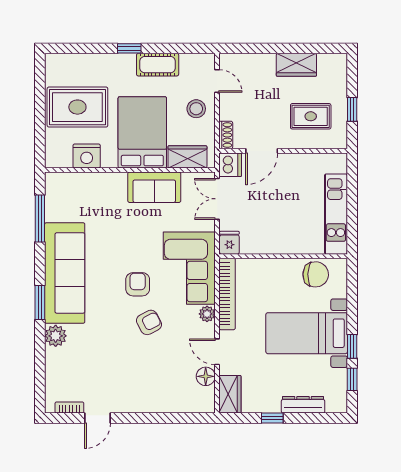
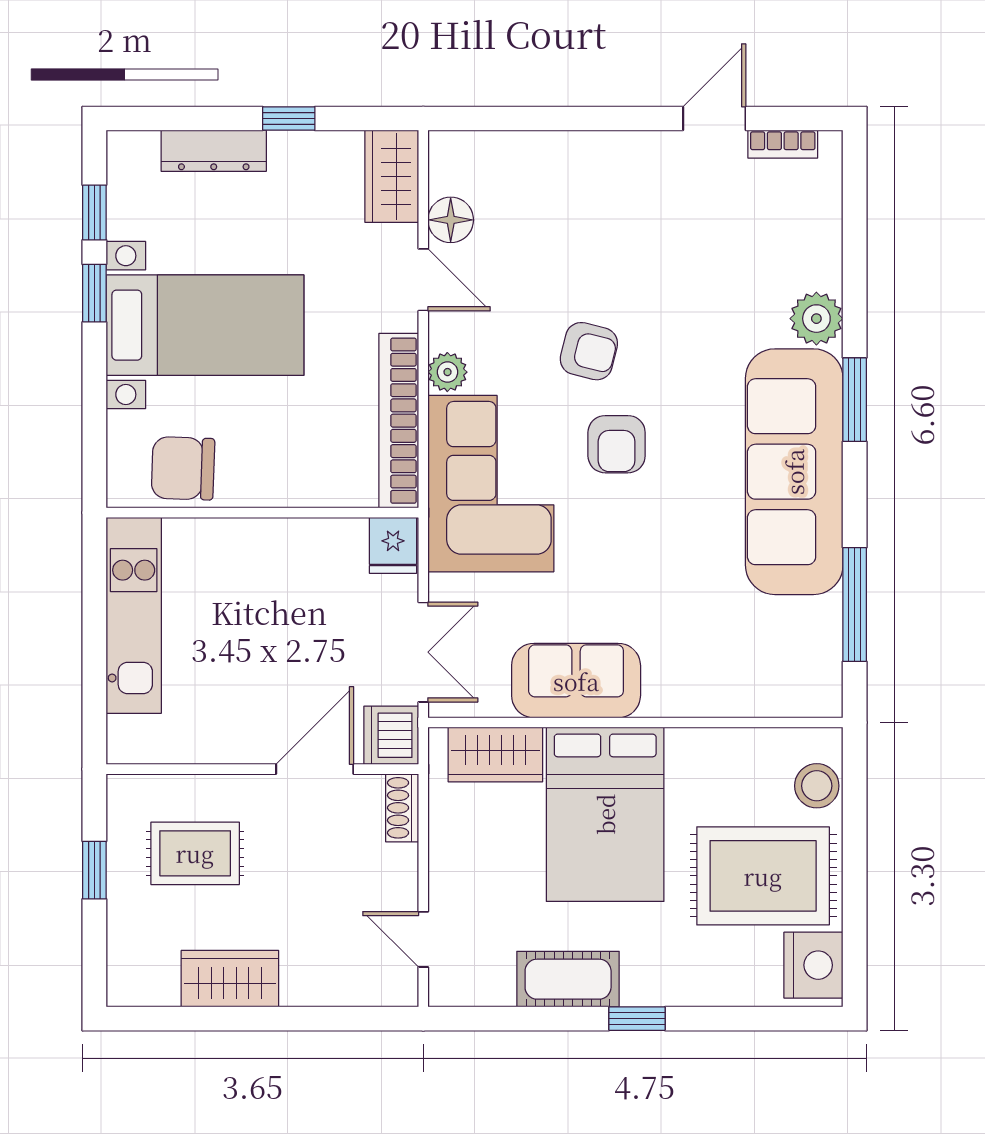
stool: (196, 109) -> (817, 786), moved
nightstand: (87, 156) -> (813, 965), moved, turned 90
armchair: (149, 322) -> (589, 351), turned -139

